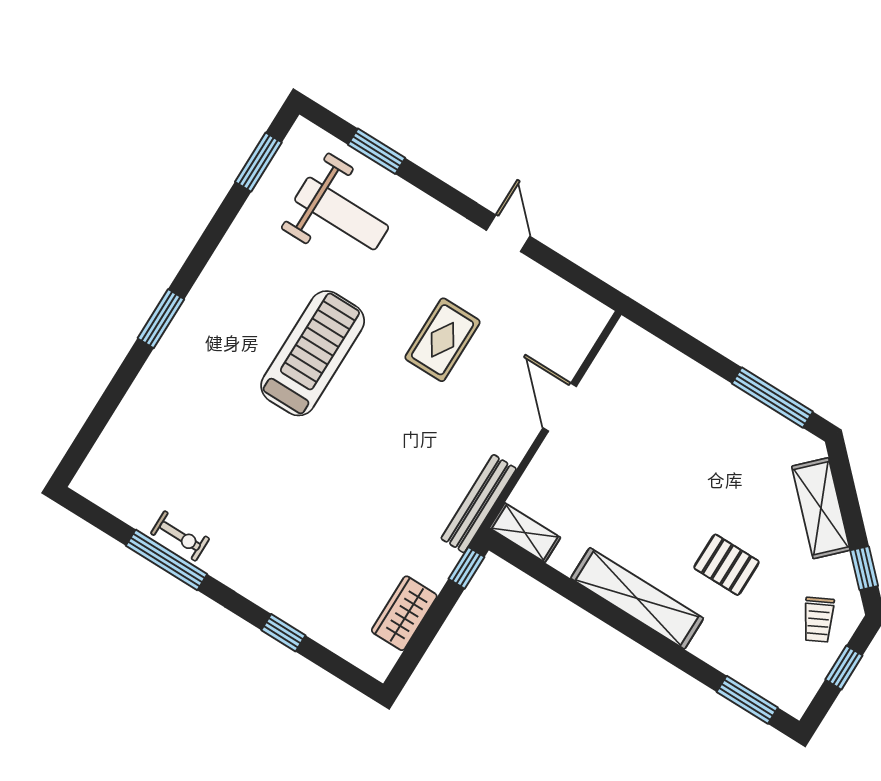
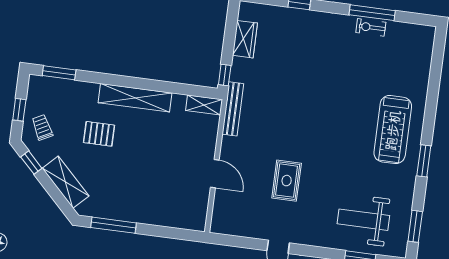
window: (161, 319) -> (424, 161), moved
treadmill: (313, 353) -> (393, 130), moved

